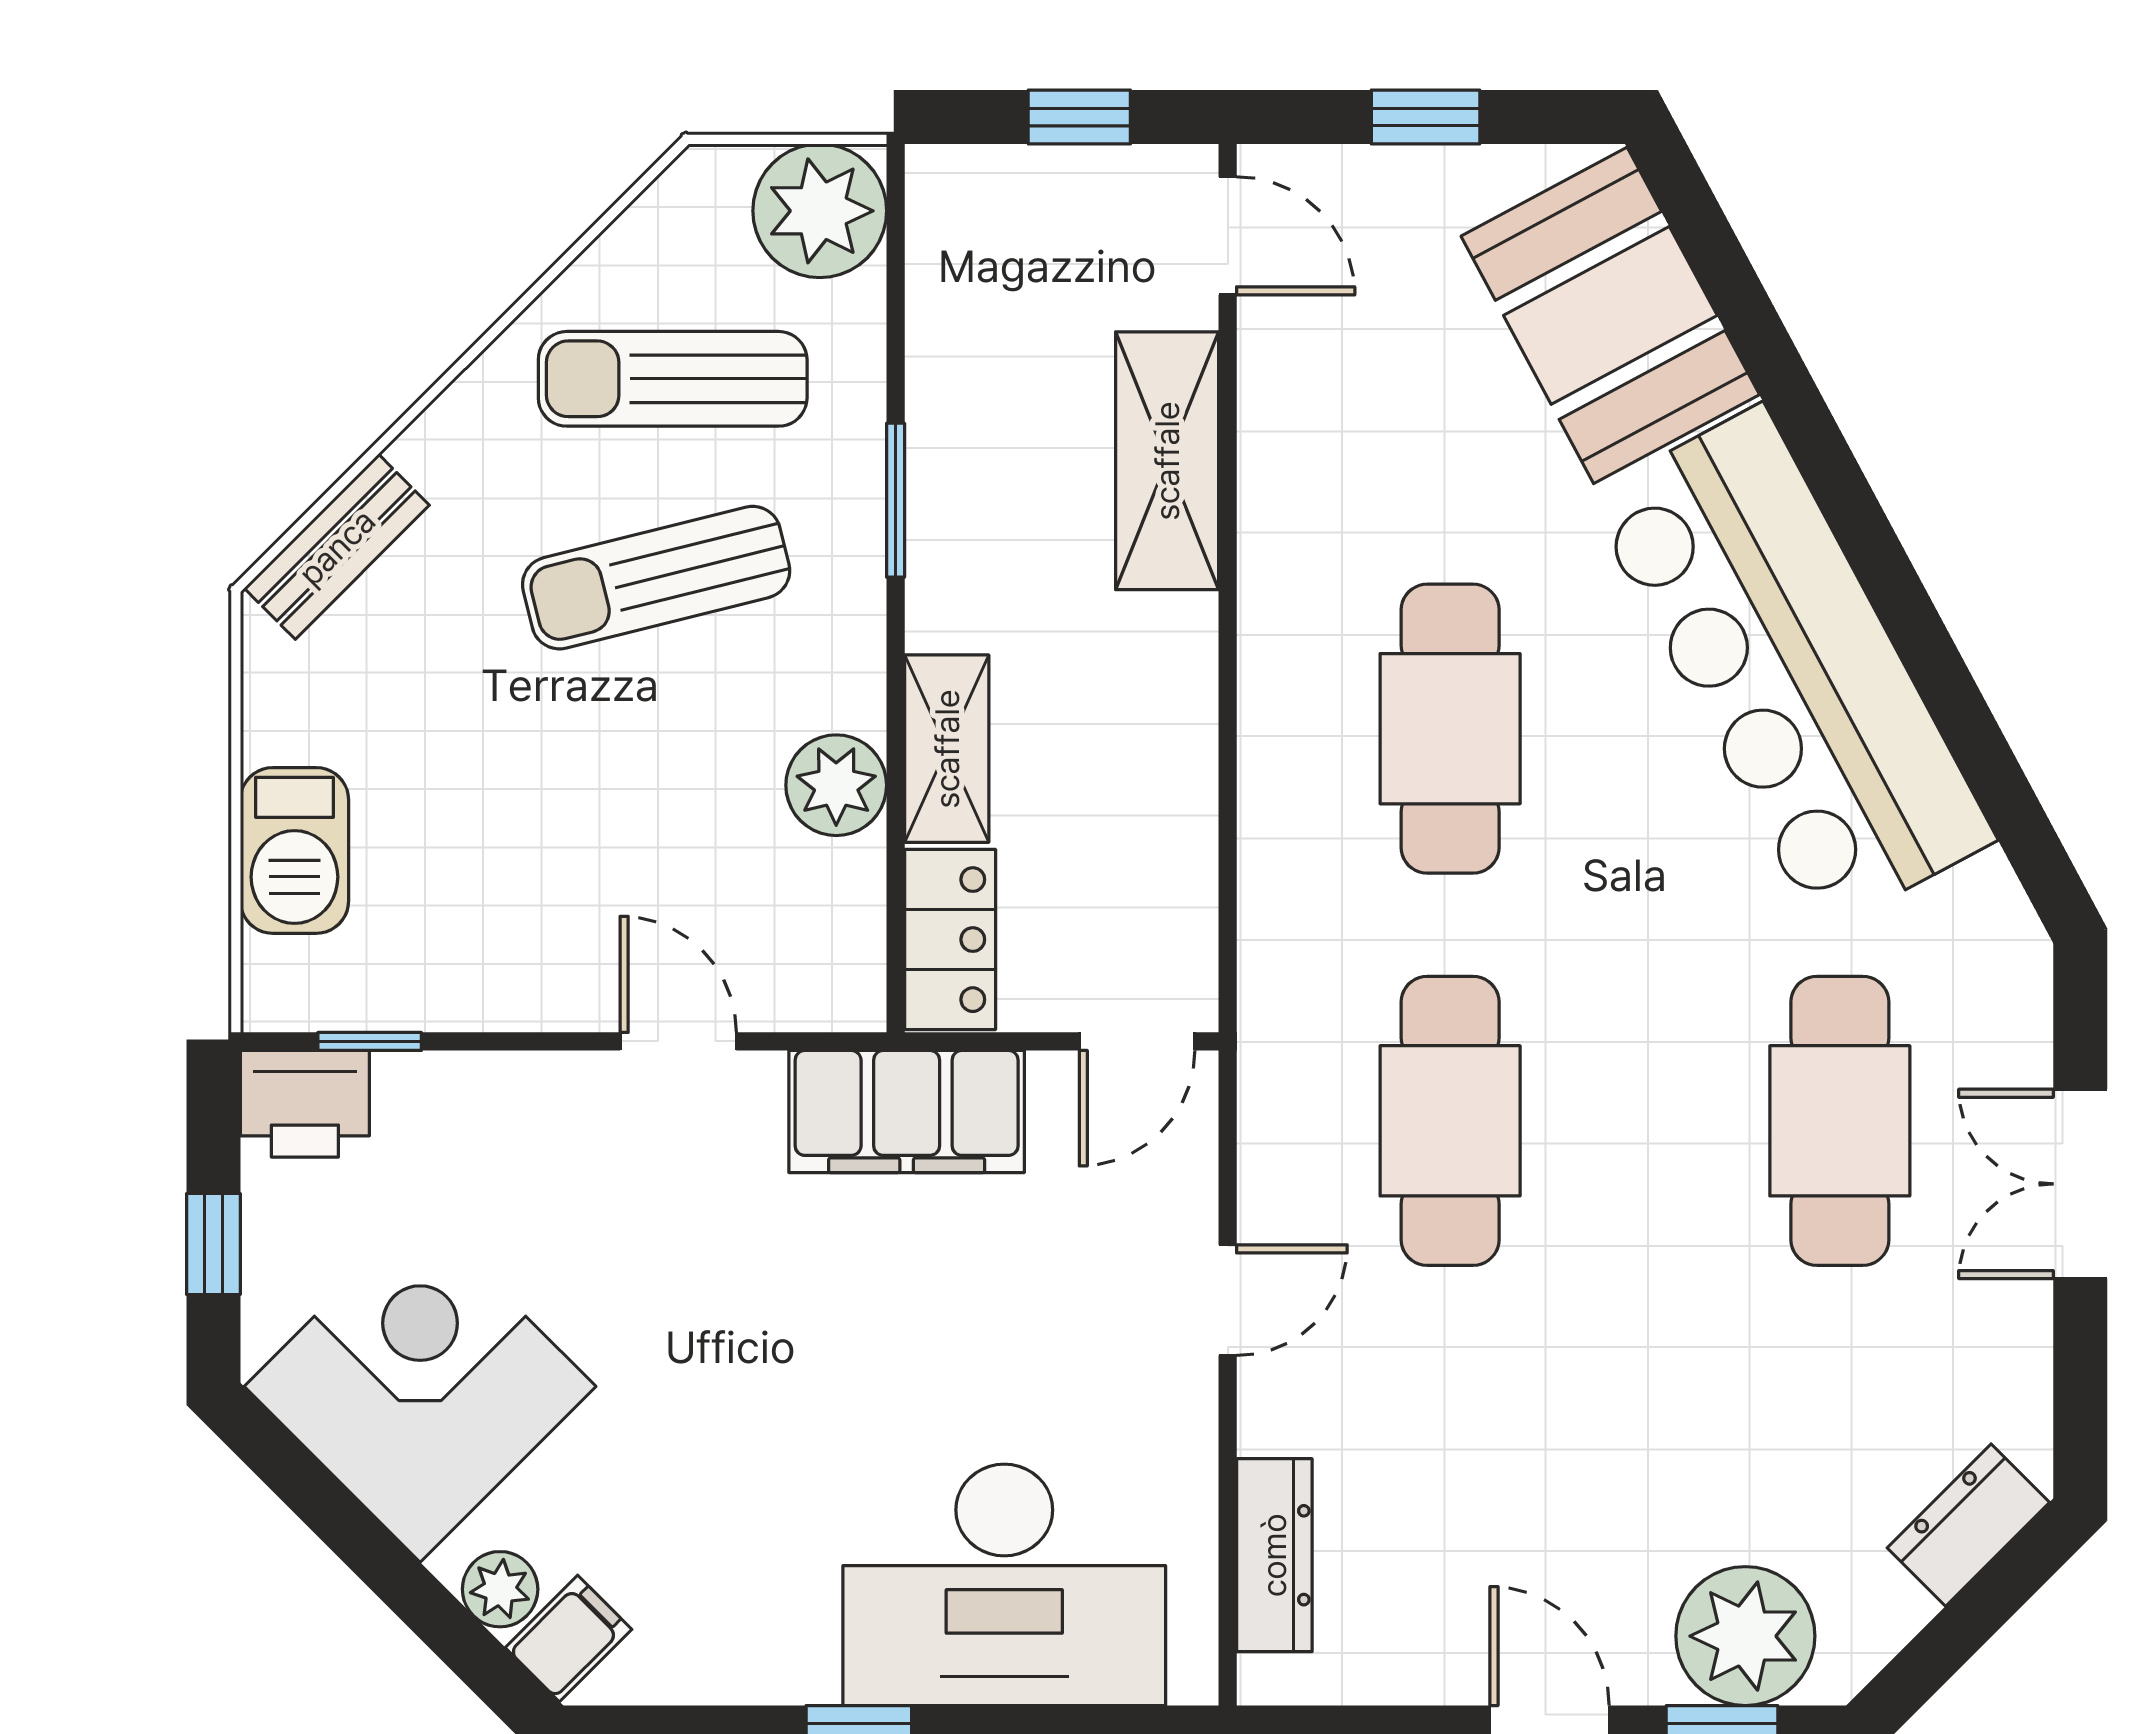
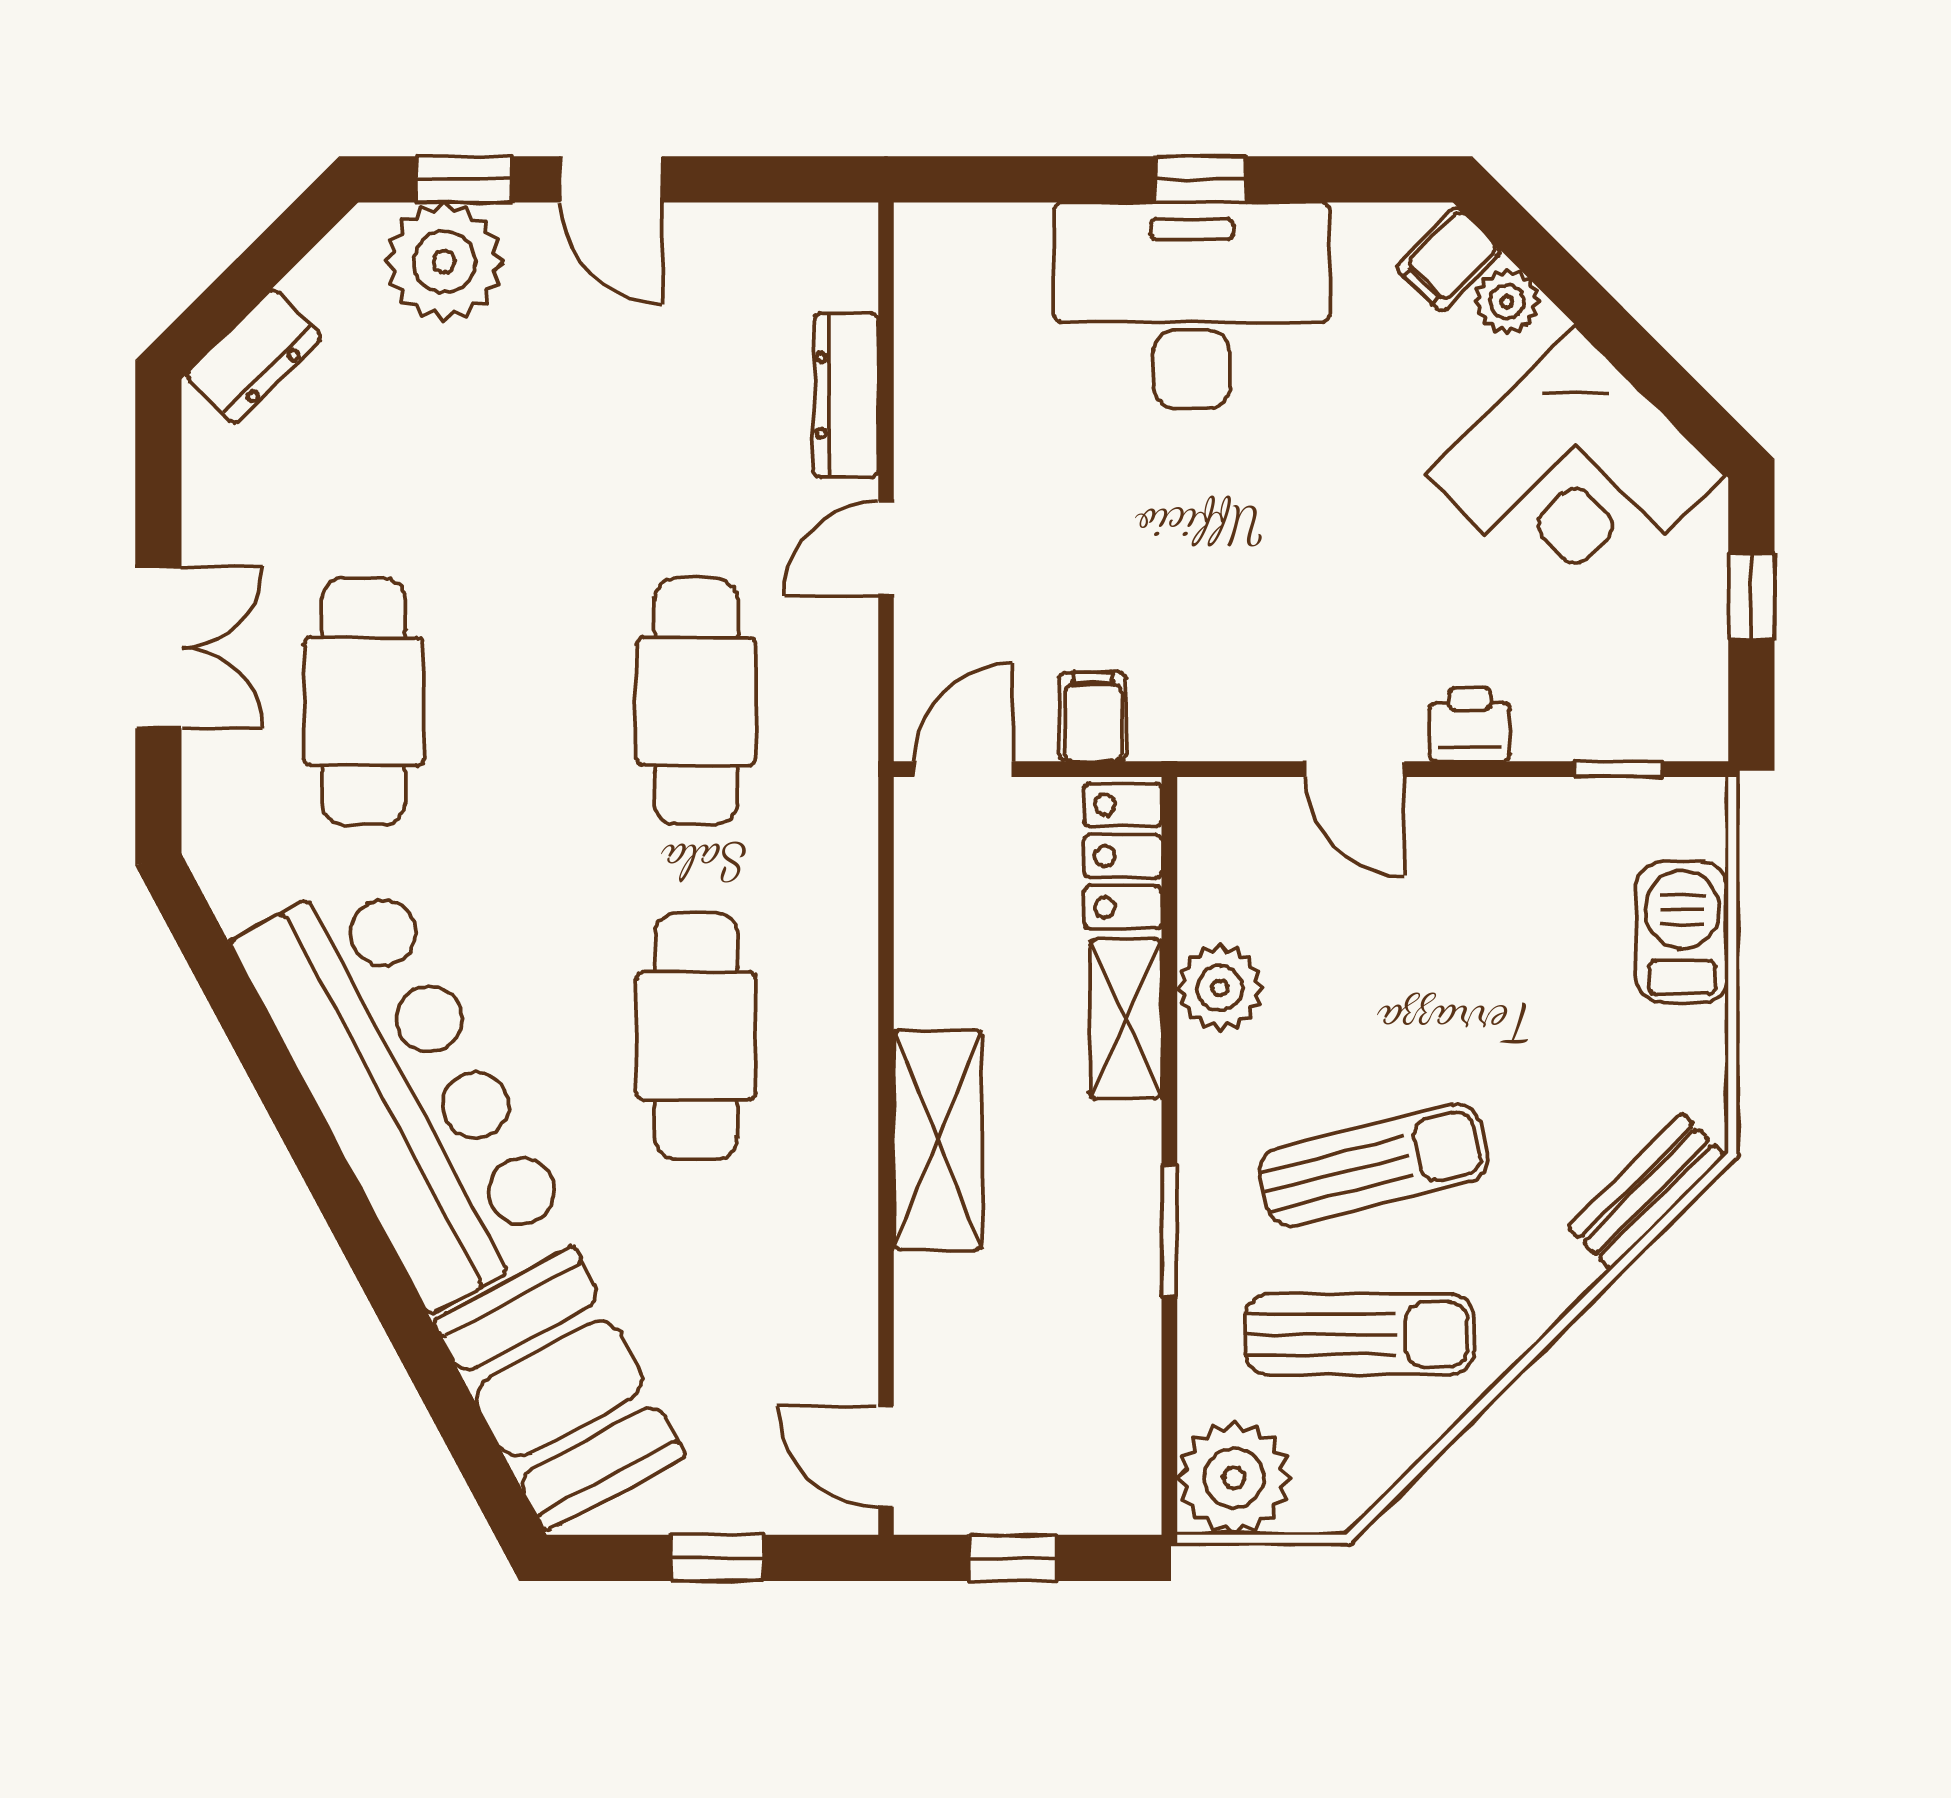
shelving: (1167, 461) -> (938, 1140), moved
printer: (305, 1104) -> (1470, 725), moved, width x0.73, depth x0.81
filing cabinet: (907, 1111) -> (1093, 717), width x0.33, depth x0.86
dresser: (1274, 1555) -> (846, 395), moved
desk: (1004, 1585) -> (1192, 305), moved

